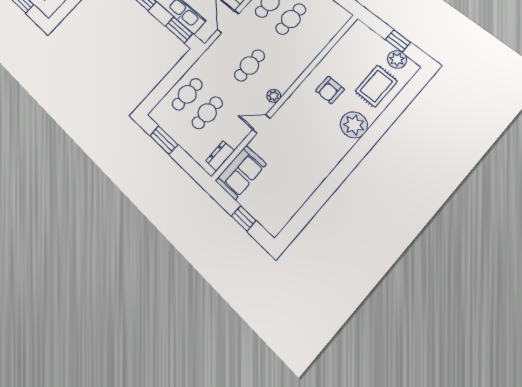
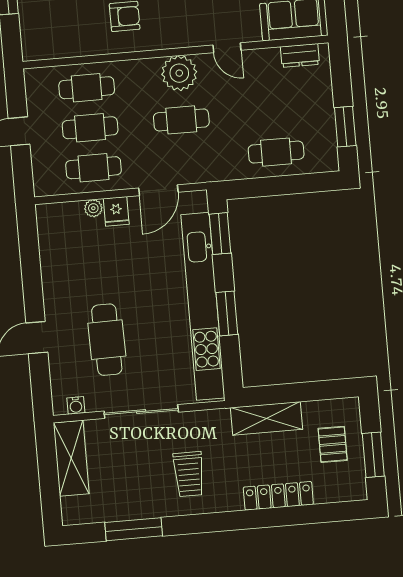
plant: (274, 96) -> (179, 73), width x1.87, depth x1.87
cafe table: (207, 113) -> (87, 88), moved

